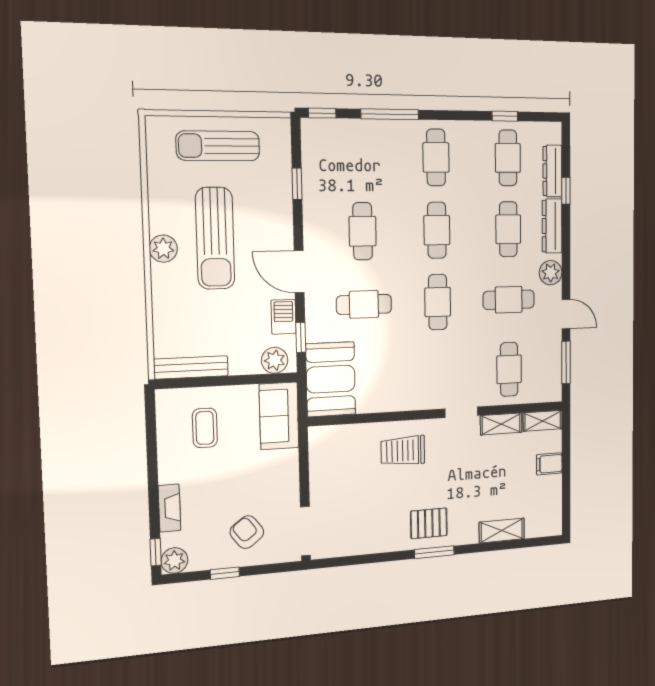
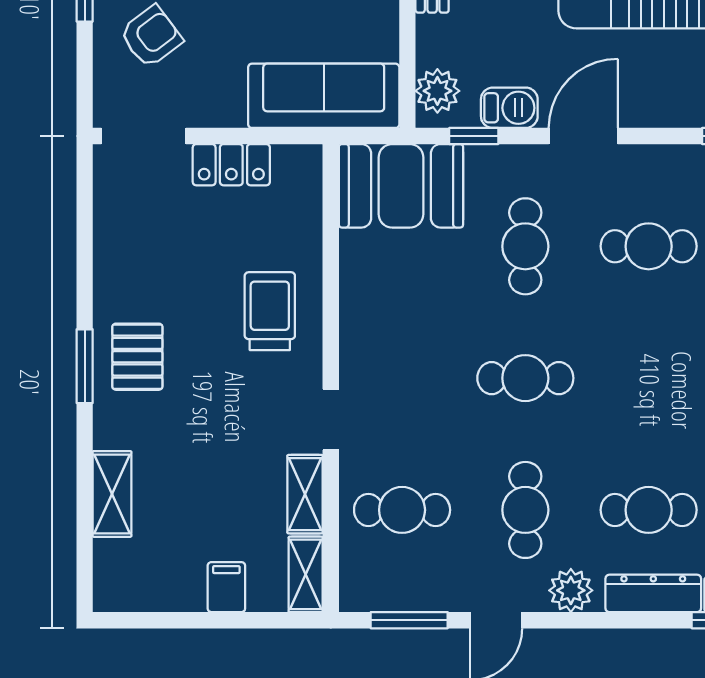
cafe table: (437, 230) -> (649, 378), removed
sofa: (279, 416) -> (324, 96), width x1.36
locker: (321, 479) -> (231, 165), added

